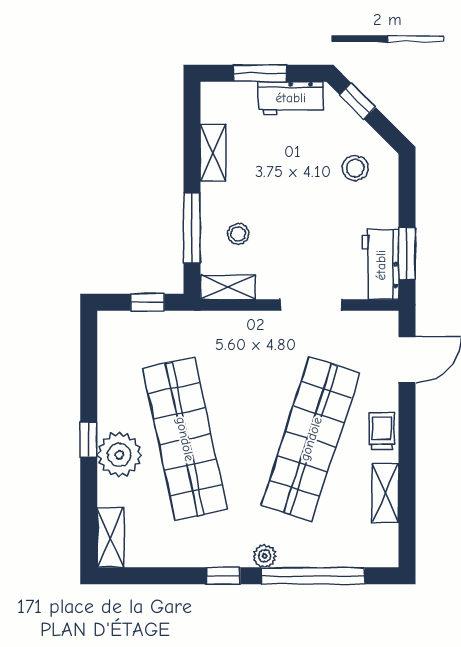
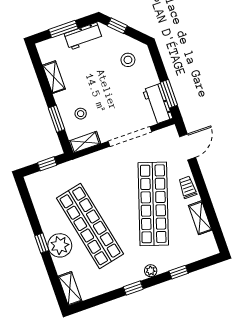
window: (192, 228) -> (56, 119), width x0.69
doorway: (311, 305) -> (130, 136), width x1.36
window: (313, 576) -> (179, 272), width x0.32

